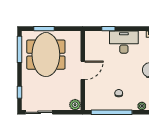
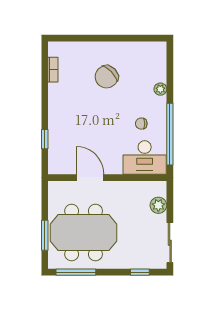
desk: (124, 42) -> (145, 158), moved, turned -90
door: (83, 70) -> (90, 178), moved
plant: (75, 105) -> (158, 205), moved

